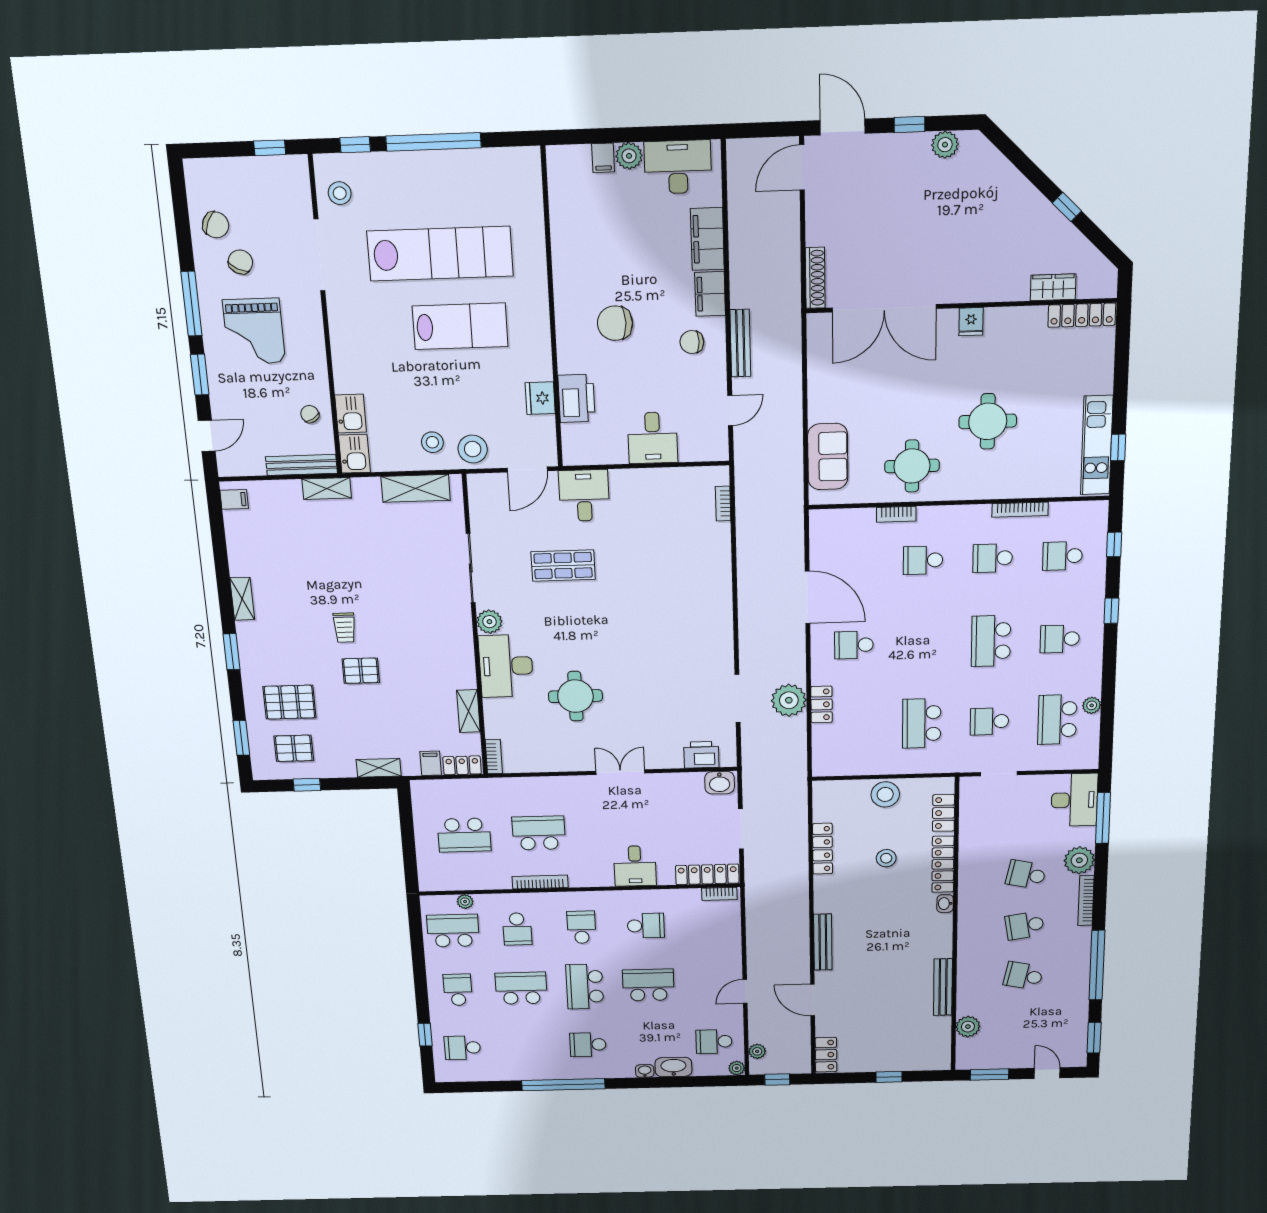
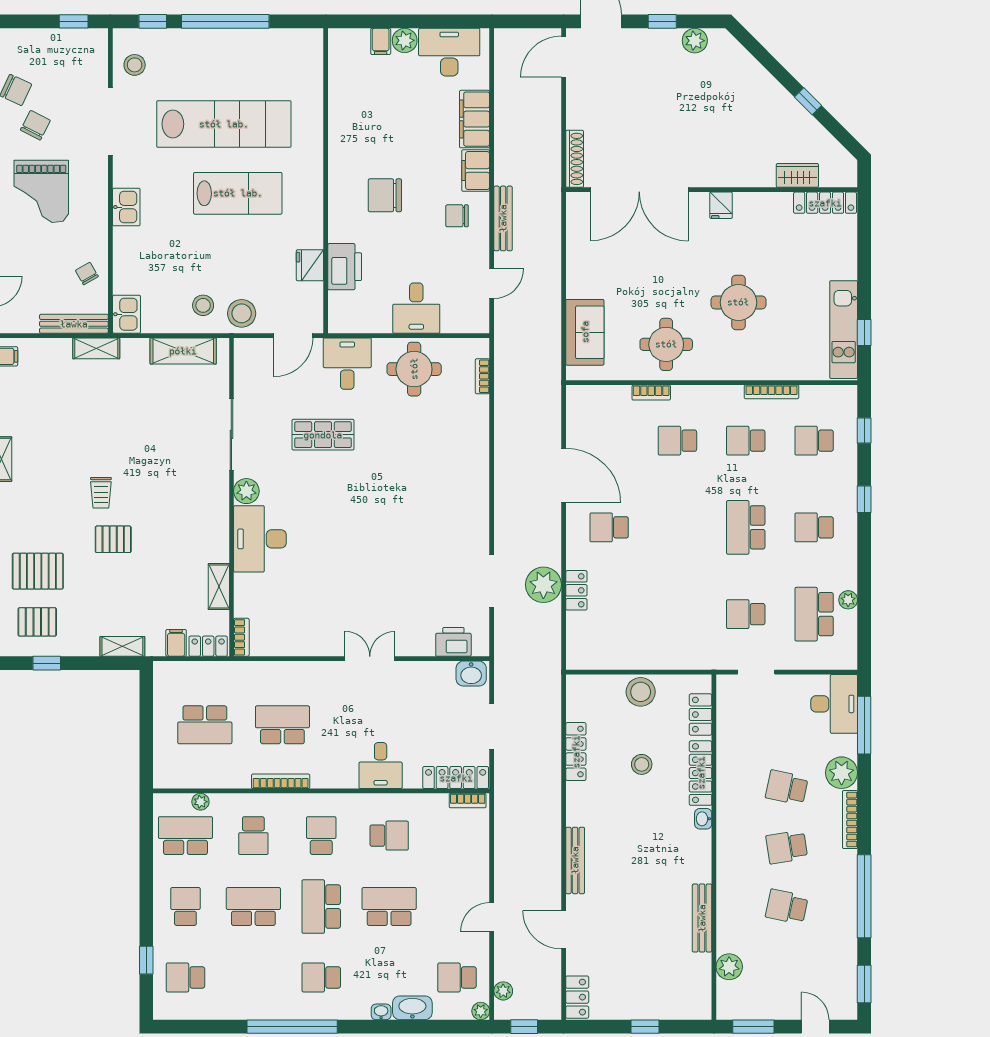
kitchen sink: (351, 414) -> (126, 207), moved
round table: (575, 696) -> (414, 369), moved
school desk: (922, 723) -> (677, 614), removed

